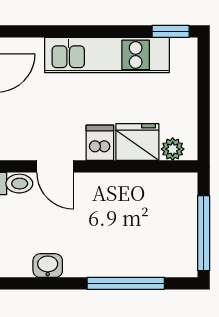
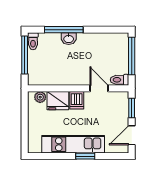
window: (171, 31) -> (85, 156), moved
toilet: (187, 260) -> (33, 41), added
washbasin: (48, 266) -> (69, 39), moved

